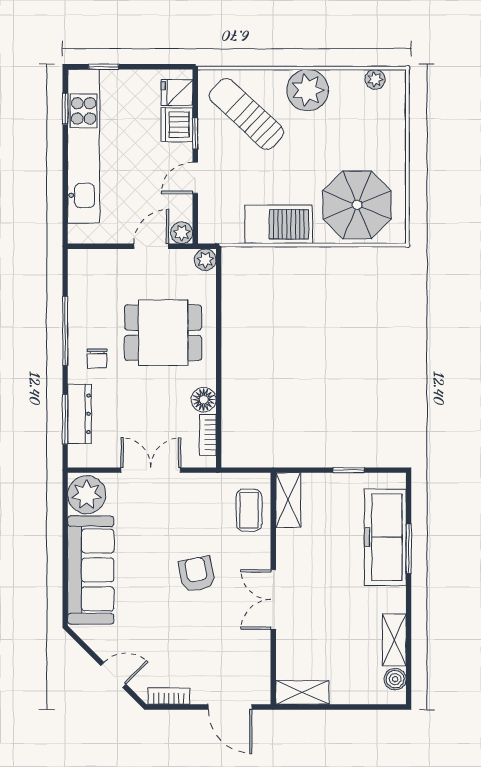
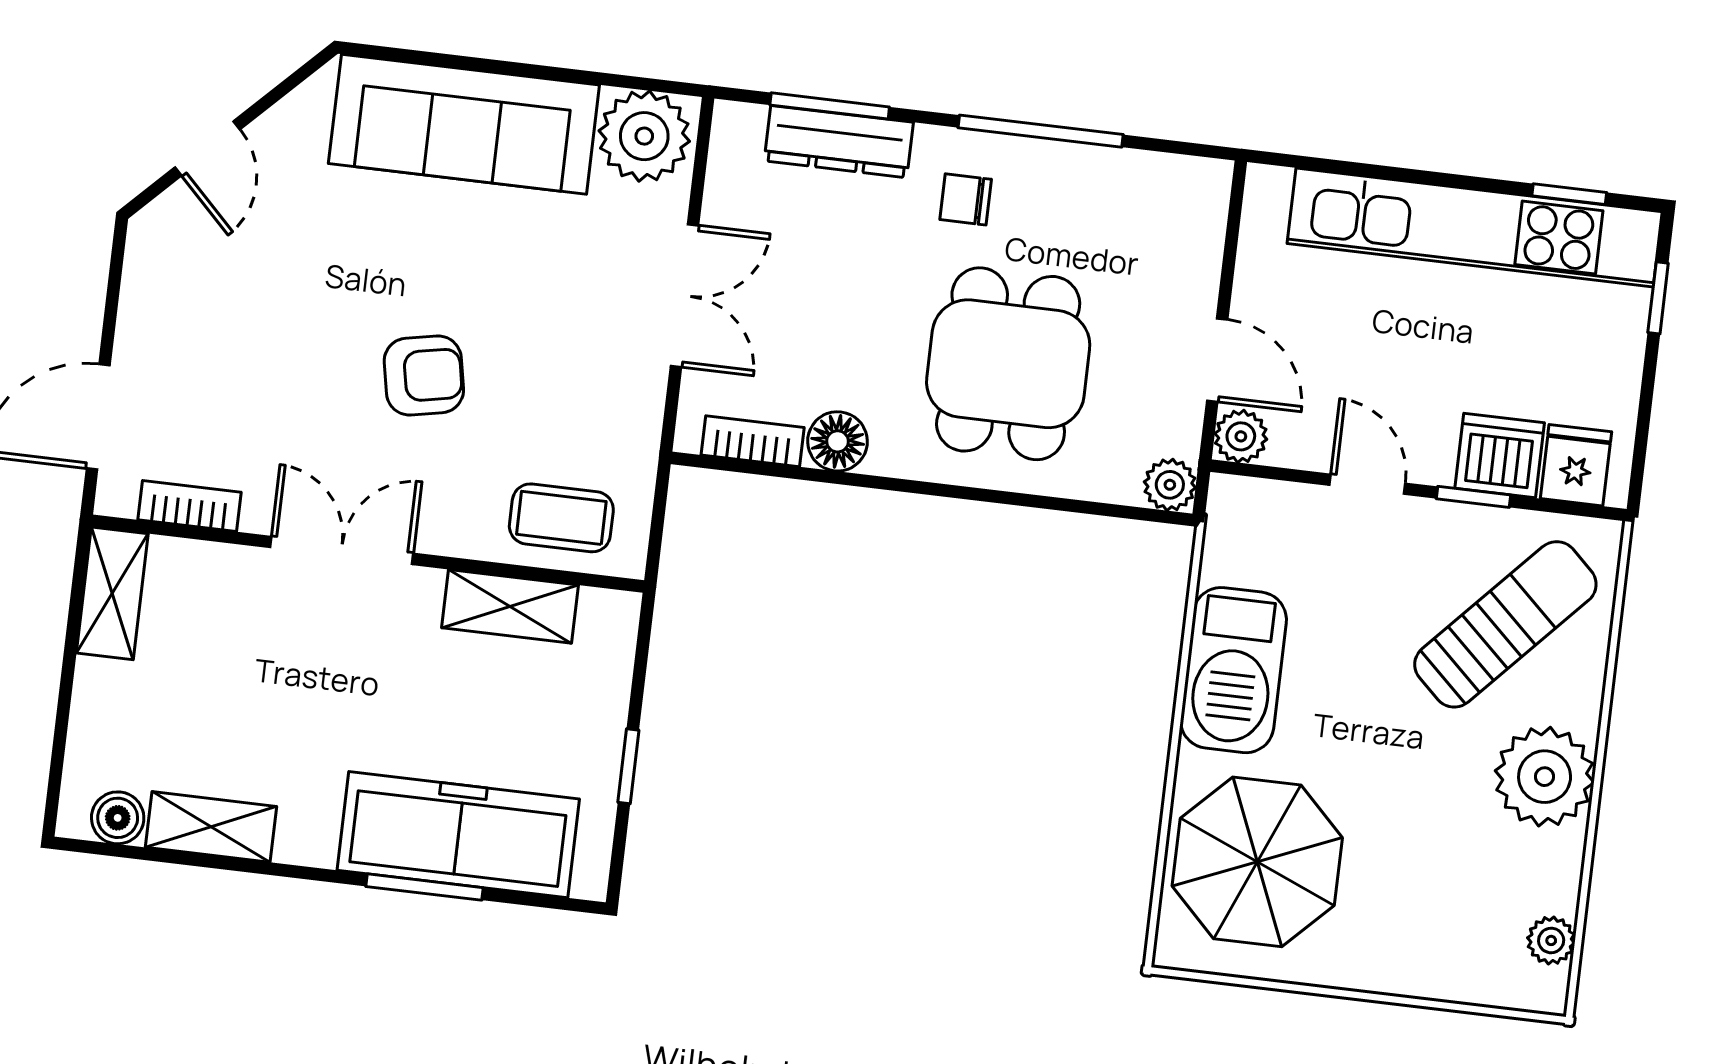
shelving: (288, 500) -> (510, 606), moved
bookcase: (169, 696) -> (189, 506), moved, turned -90

